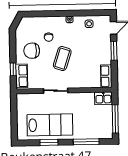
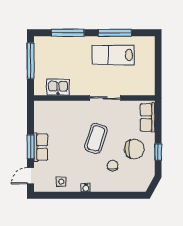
window: (13, 69) -> (158, 152), moved
row of seats: (106, 76) -> (41, 147), moved
kitchen sink: (103, 98) -> (58, 87), moved
lab bench: (50, 125) -> (113, 55), width x0.73, depth x0.72
window: (49, 142) -> (115, 33), width x1.44

